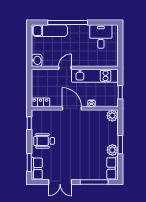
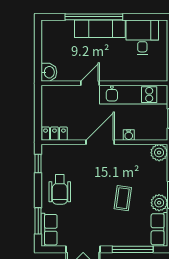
exam couch: (50, 31) -> (100, 29), moved
door: (72, 108) -> (100, 142), hinge flipped
wheelchair: (44, 141) -> (60, 189), turned -90
coffee table: (87, 147) -> (123, 198), added

